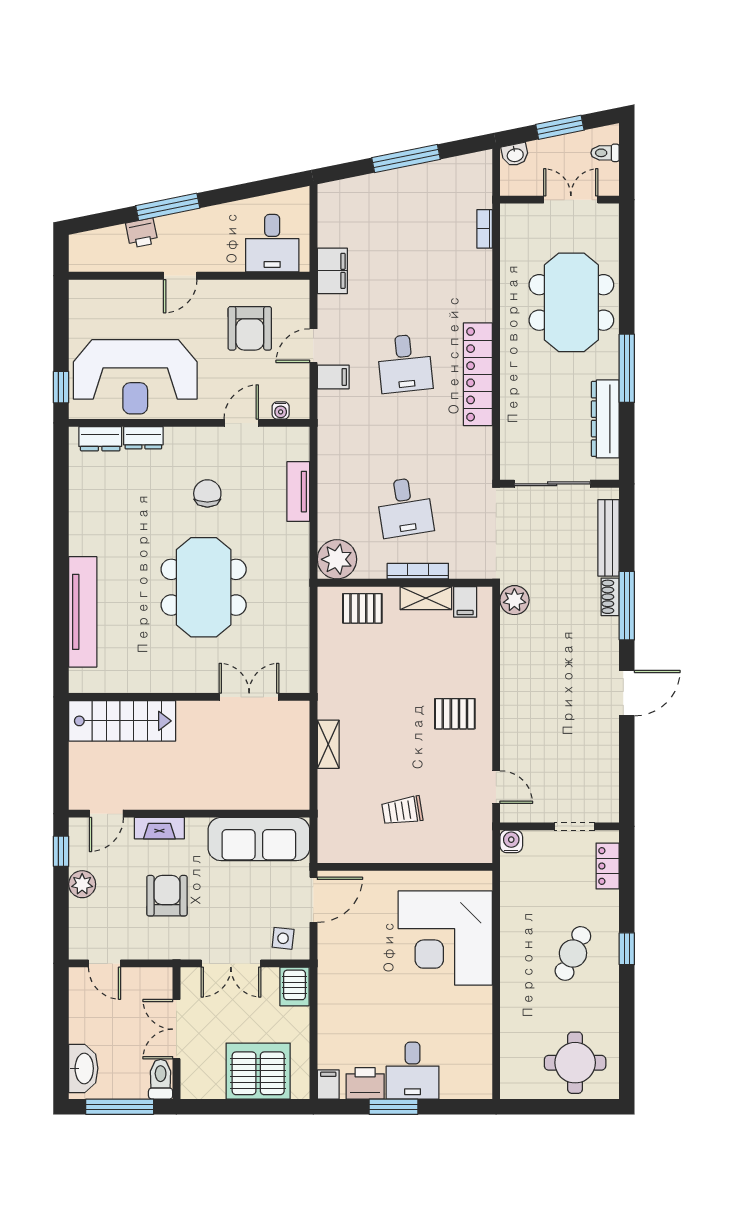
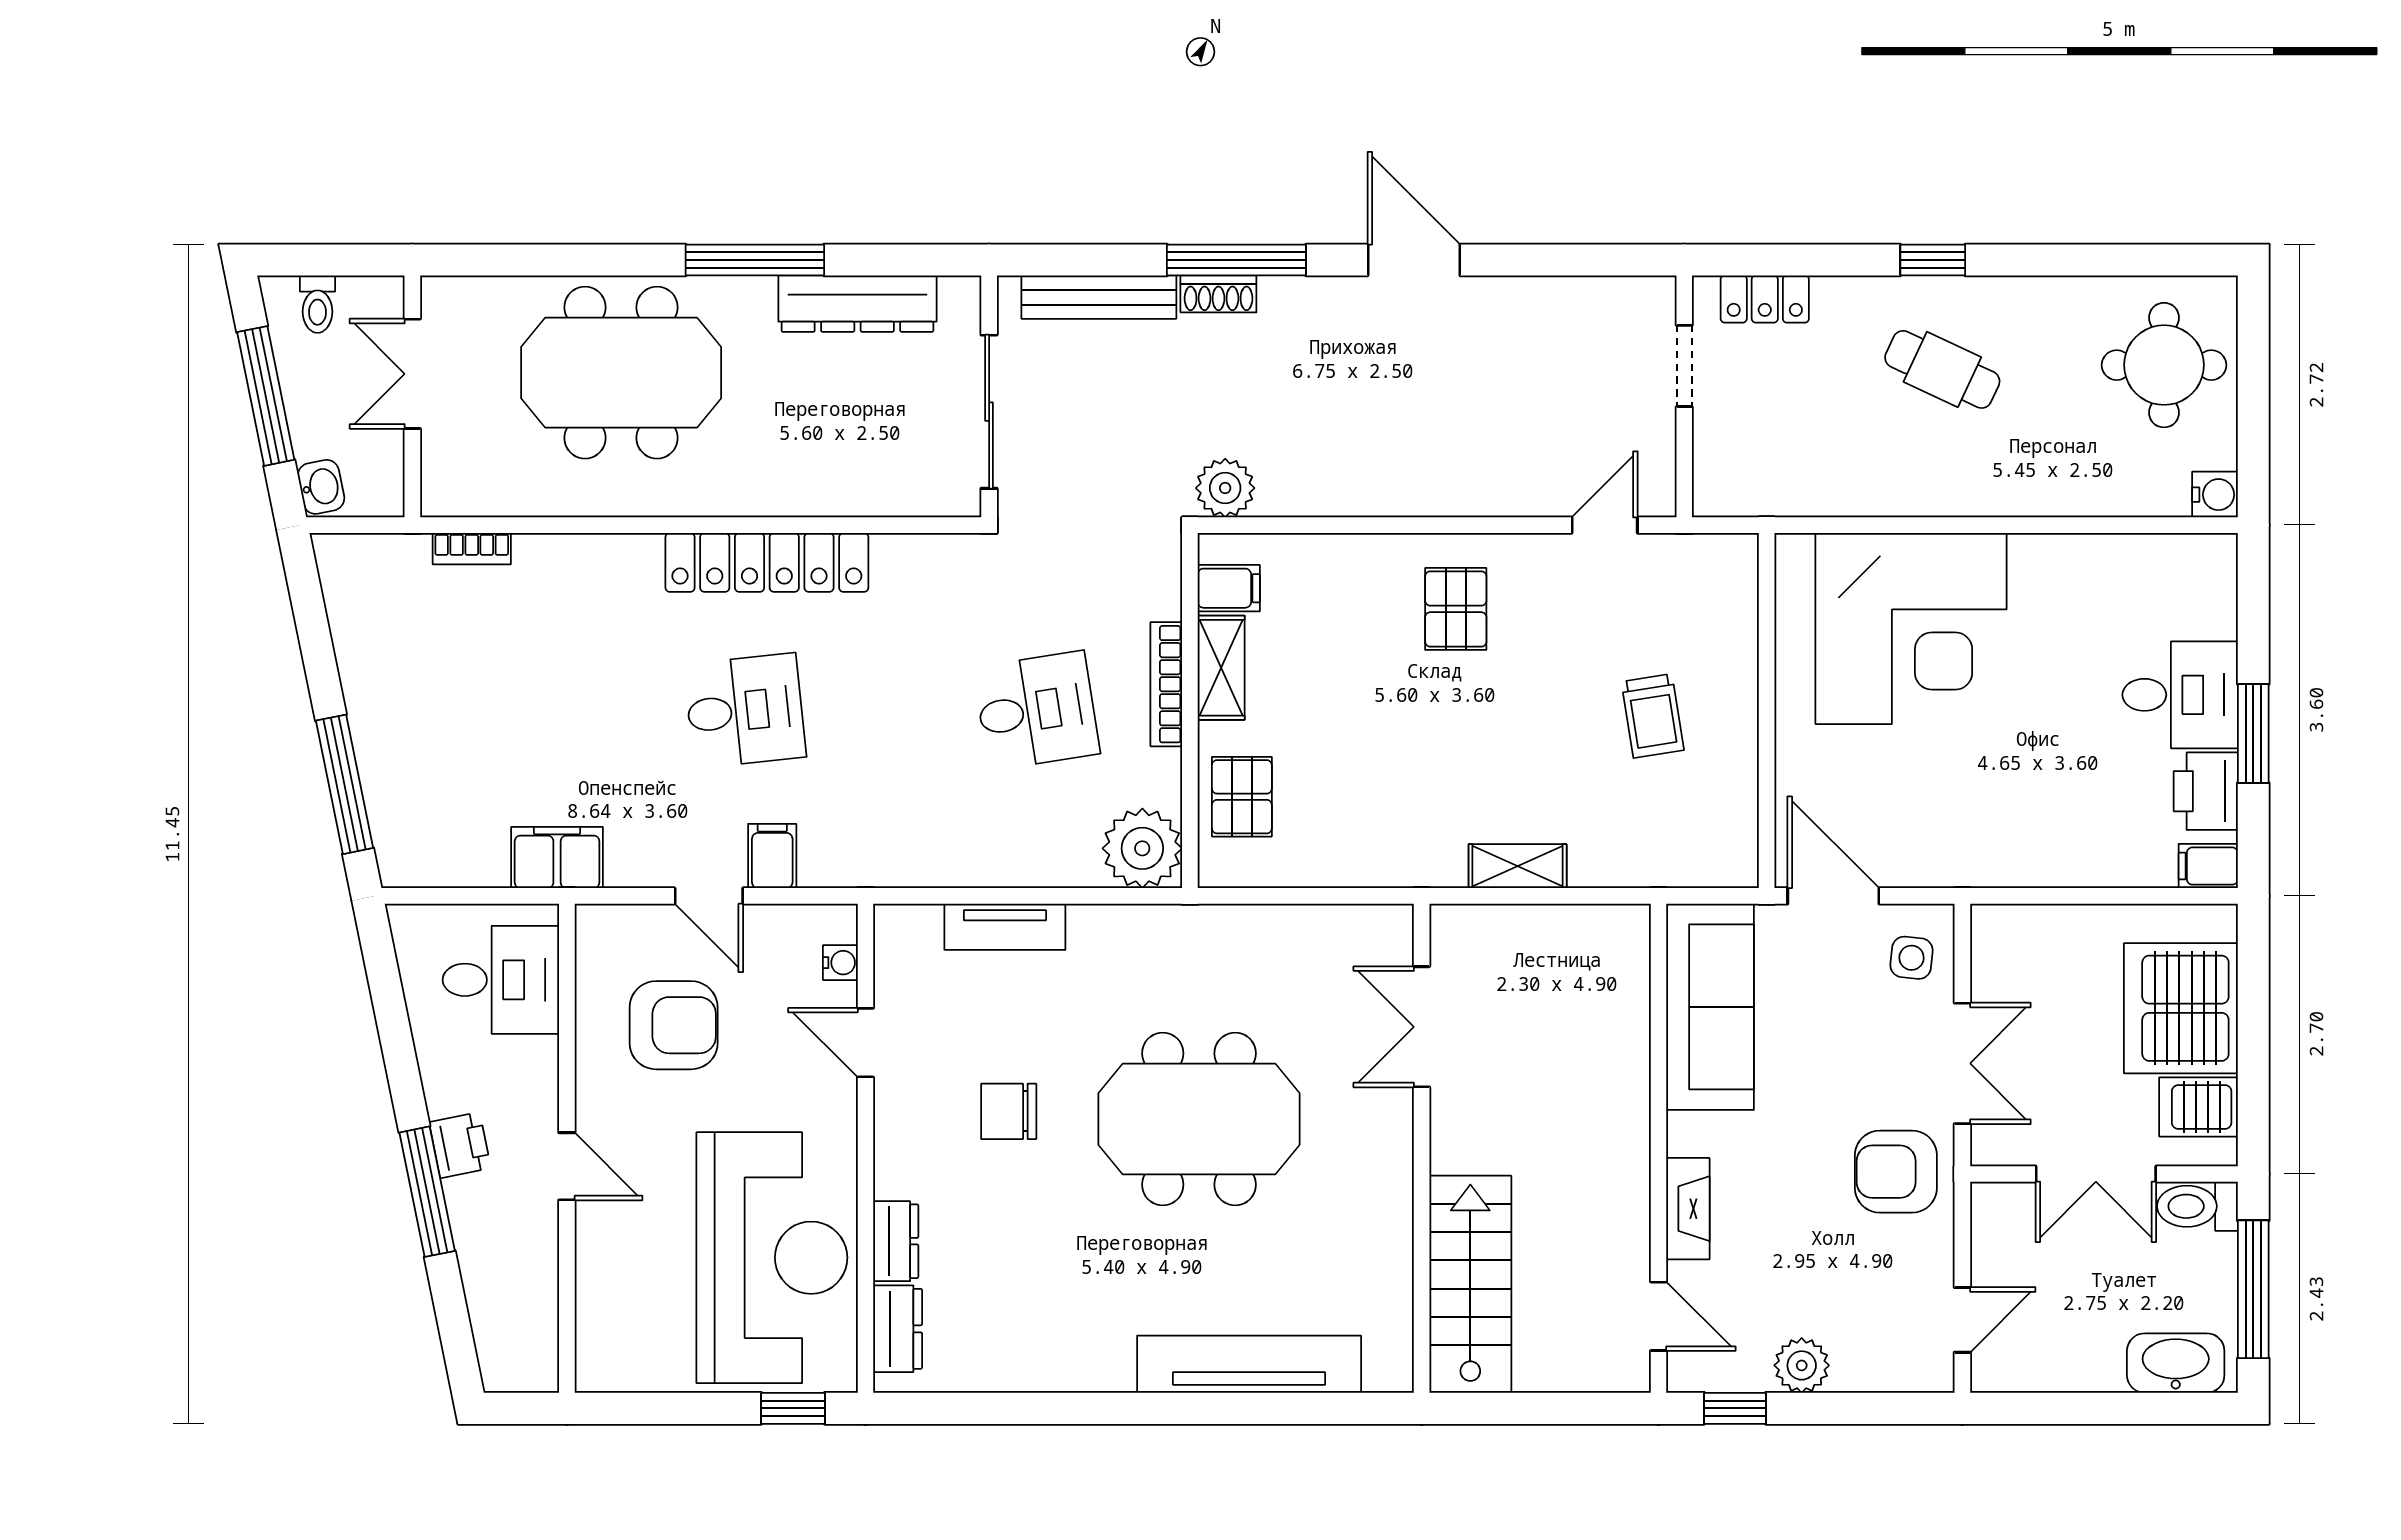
window: (560, 127) -> (266, 396), width x1.44
window: (406, 159) -> (344, 784), moved
printer: (142, 233) -> (460, 1145), moved
water cooler: (511, 841) -> (2215, 495), moved, turned 180
armchair: (167, 896) -> (1896, 1172), moved
server rack: (295, 986) -> (2198, 1107), moved, turned 180

